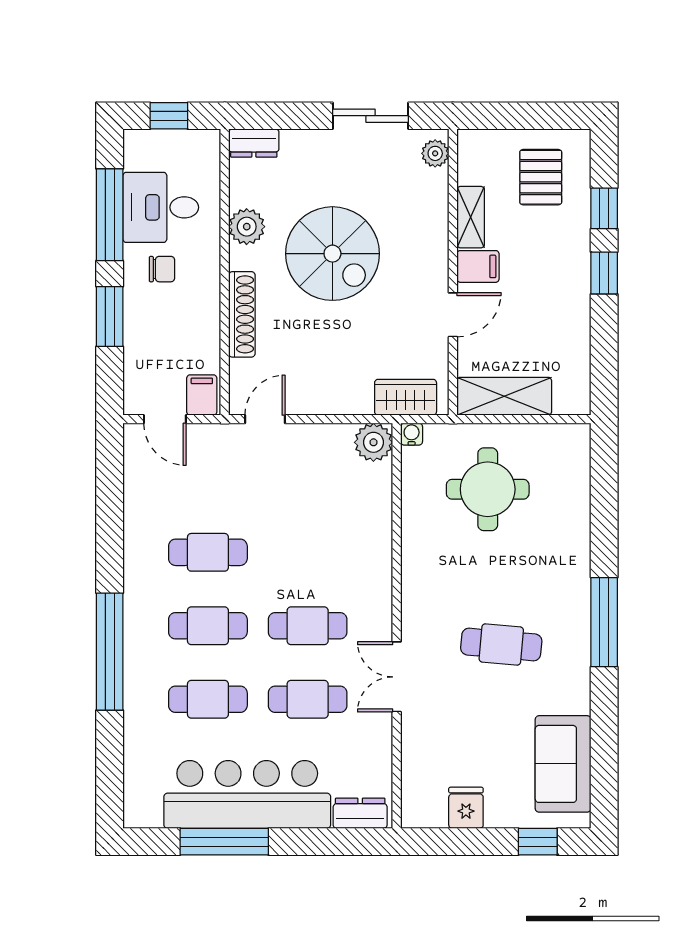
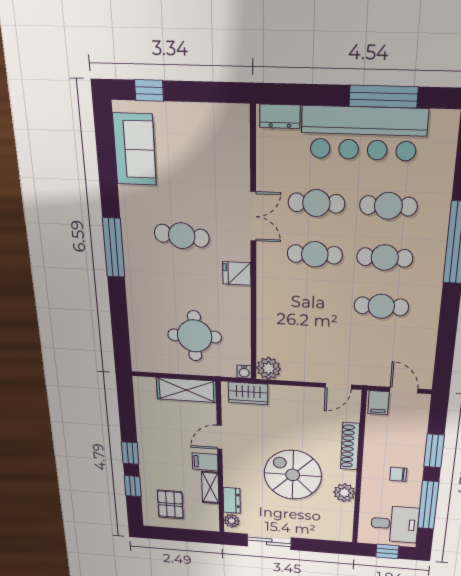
dresser: (254, 143) -> (232, 500), moved, turned 90
desk: (161, 207) -> (395, 524), moved
fridge: (466, 808) -> (237, 273), moved, turned 90

